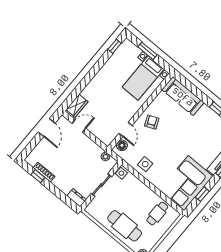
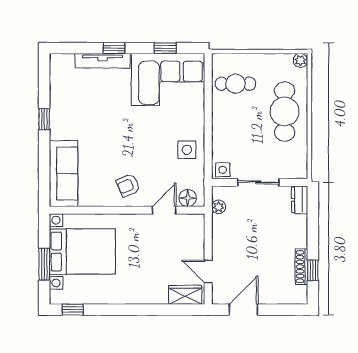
bed with nightstands: (143, 78) -> (82, 252), width x1.36

